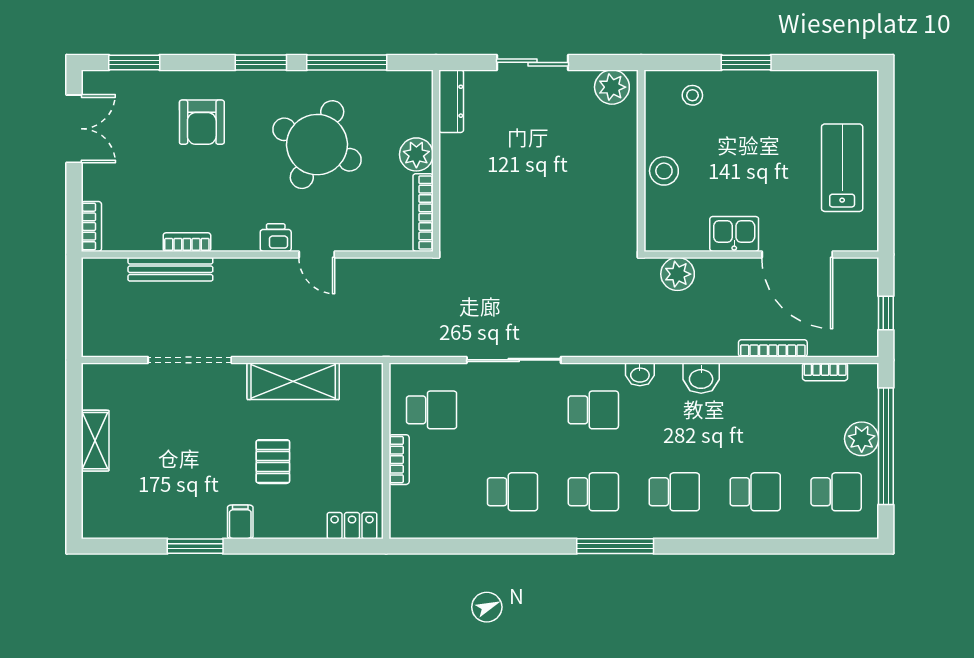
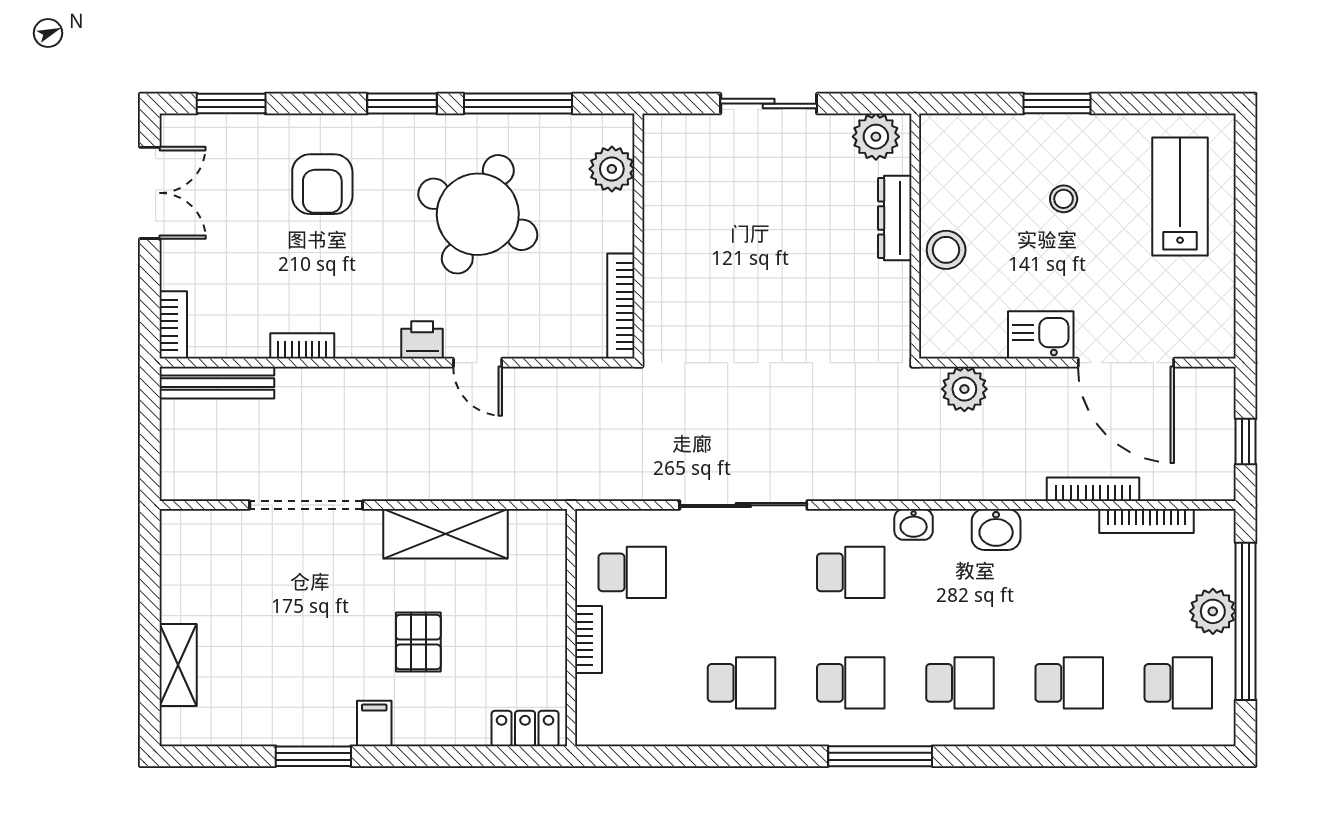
stool: (692, 95) -> (1064, 199), moved
dresser: (451, 101) -> (895, 218), moved, turned 180
plant: (416, 154) -> (612, 169), moved
lab bench: (842, 168) -> (1180, 196), moved
bench: (170, 269) -> (217, 383), moved
bookcase: (825, 372) -> (1146, 521), width x1.56
shelving: (95, 441) -> (178, 665), moved

